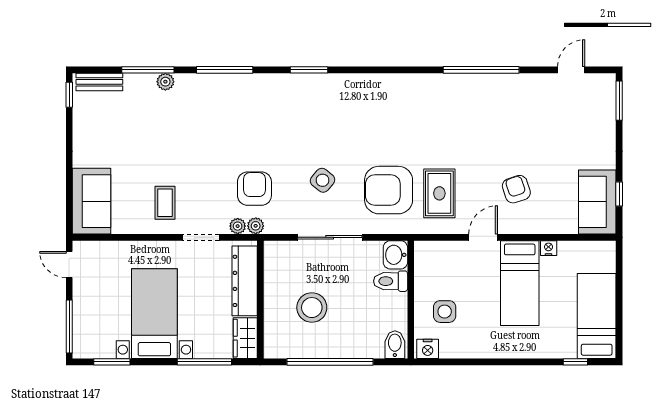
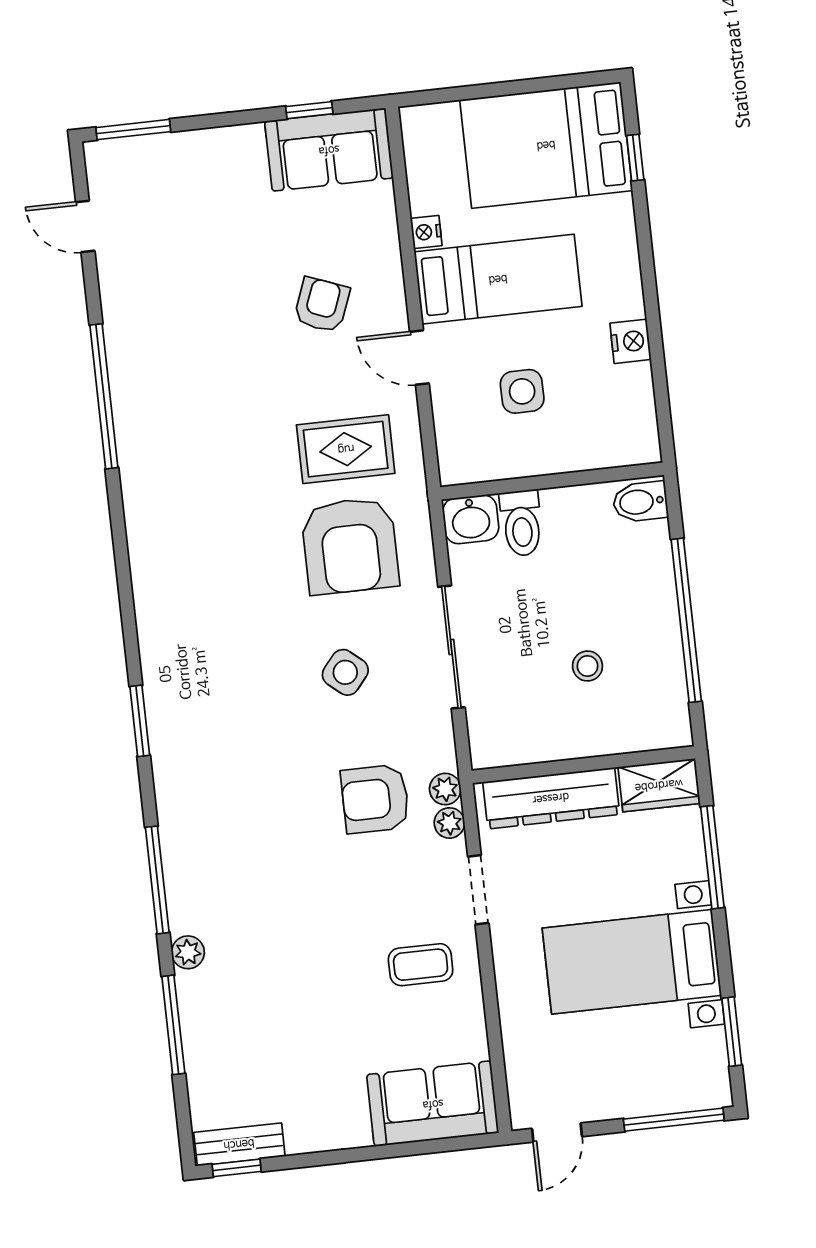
bench: (99, 82) -> (239, 1144), moved, turned 90
plant: (165, 82) -> (188, 952), moved
armchair: (516, 189) -> (322, 305), turned 129
stool: (312, 308) -> (587, 666), width x0.53, depth x0.53
side table: (445, 312) -> (522, 391), moved
bed: (597, 316) -> (546, 145), width x1.50
nightstand: (428, 349) -> (631, 341), moved

